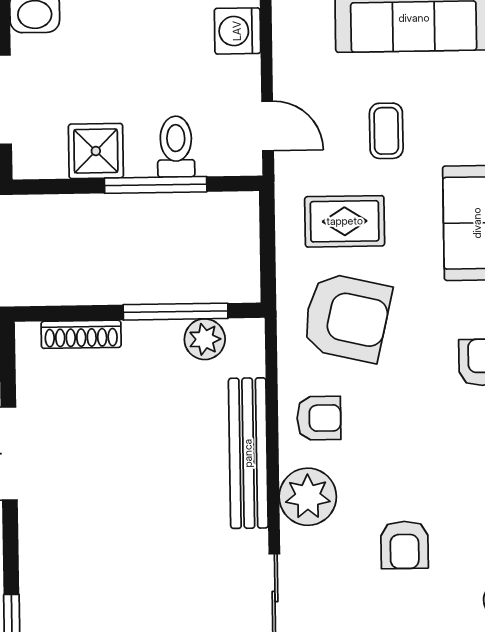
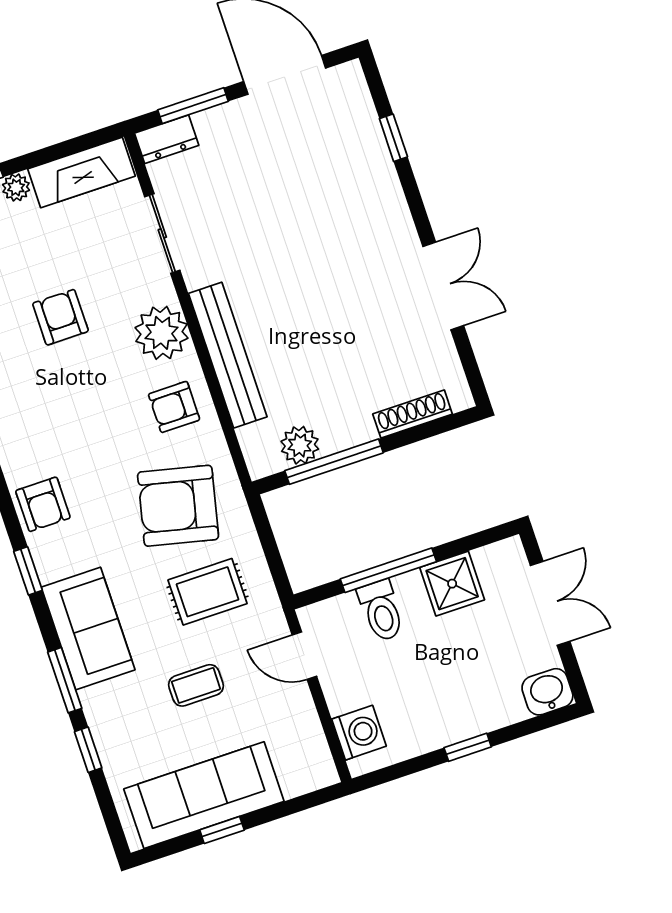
coffee table: (386, 131) -> (196, 685), turned 90

